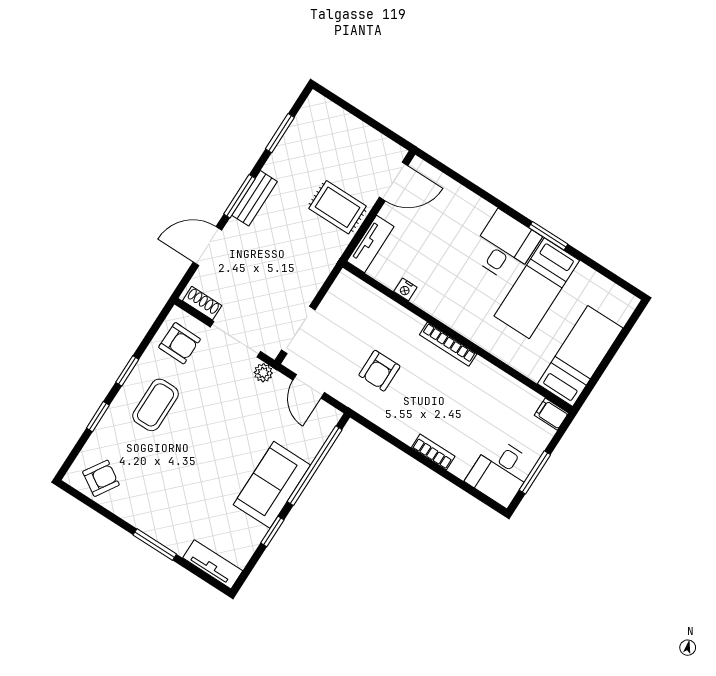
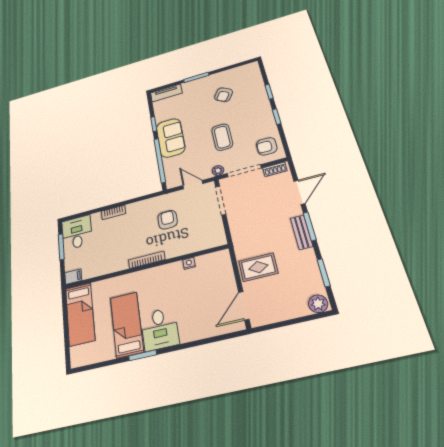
plant: (319, 108) -> (318, 304), added
tv unit: (370, 244) -> (225, 267), removed
coffee table: (156, 405) -> (222, 137), moved
armchair: (101, 478) -> (224, 95), moved

